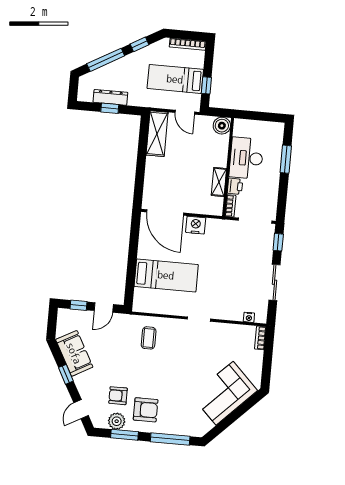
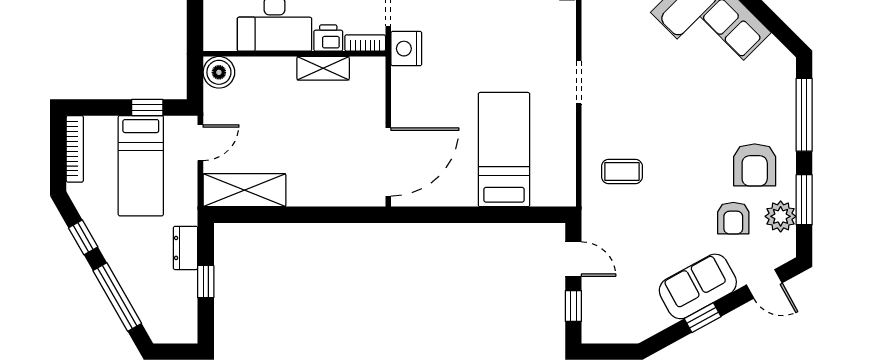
dresser: (110, 97) -> (186, 248), moved, width x0.70
nightstand: (196, 225) -> (406, 49), moved
sofa: (74, 353) -> (698, 286), moved
armchair: (146, 410) -> (755, 165), turned 180

